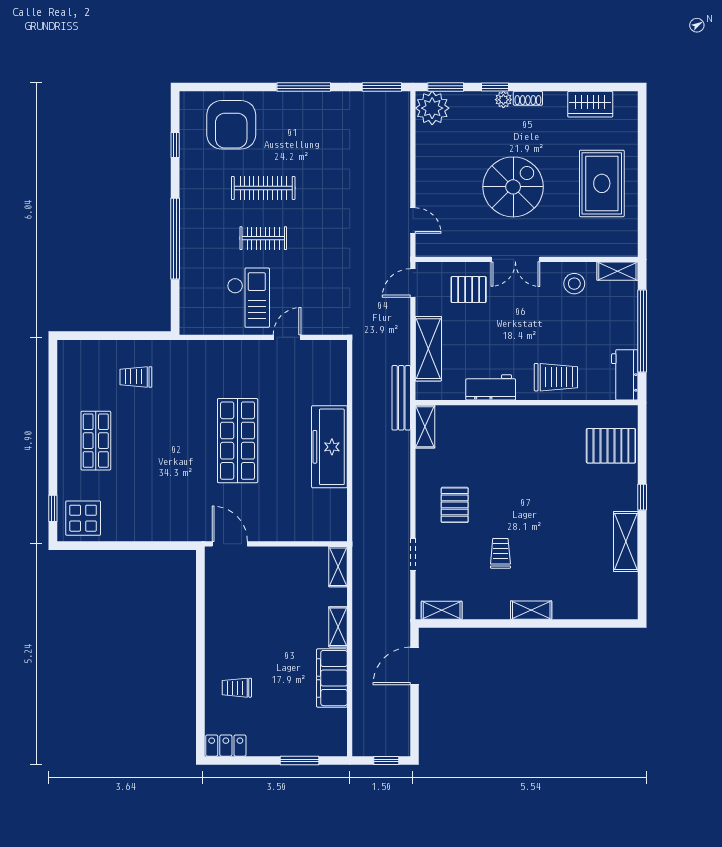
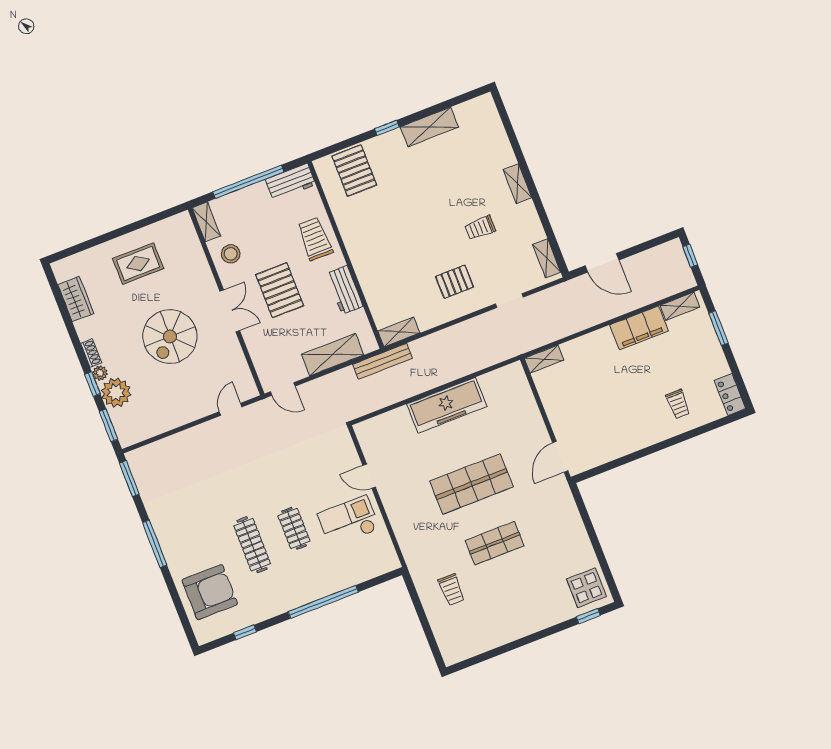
plant: (432, 108) -> (116, 393), moved
rug: (602, 183) -> (138, 264), width x0.73, depth x0.70
spiral stairs: (513, 187) -> (170, 336), turned -90
pallet: (469, 290) -> (280, 290), moved, width x1.50, depth x1.42
shop shelf: (96, 441) -> (495, 543), moved
shelving: (338, 627) -> (680, 306), moved

